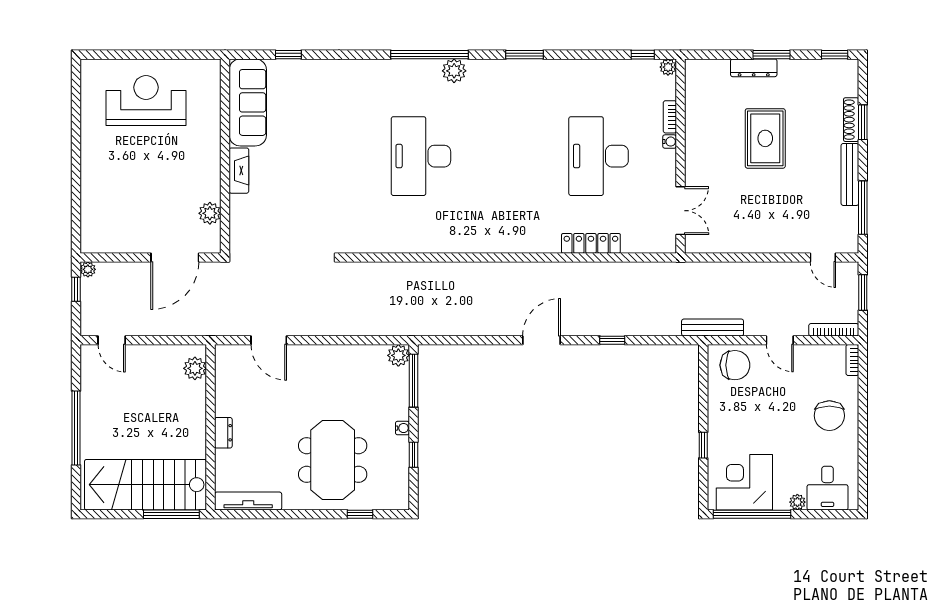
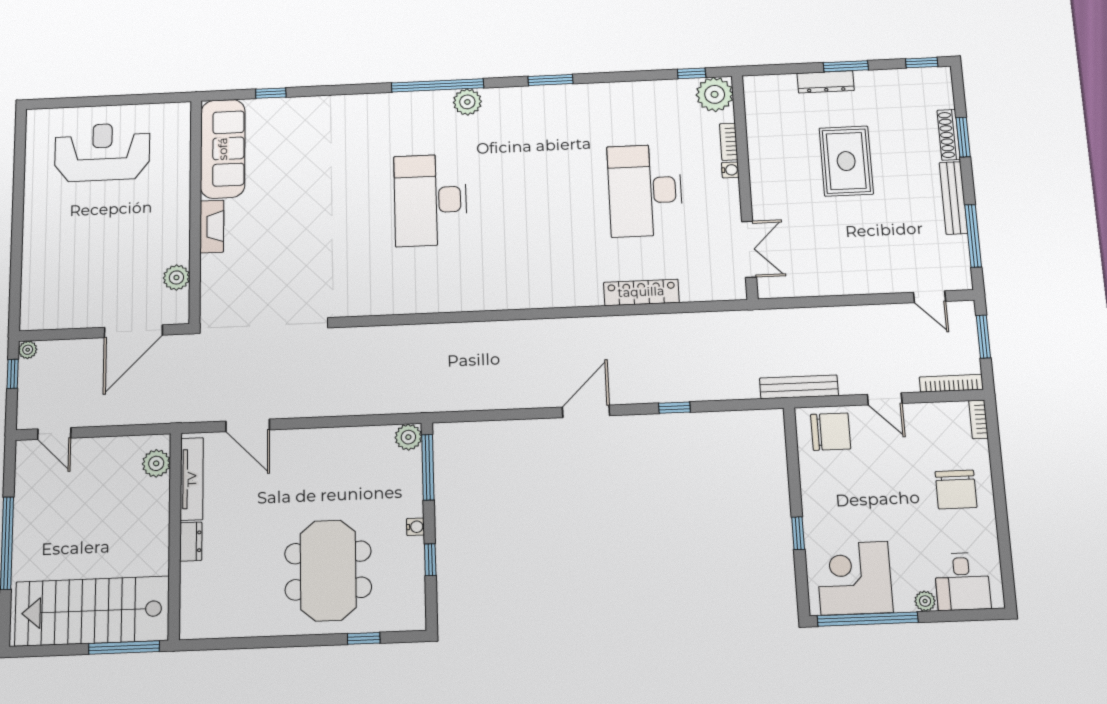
plant: (668, 67) -> (715, 94), width x1.87, depth x1.87
tv unit: (248, 501) -> (192, 479), moved, turned 90

